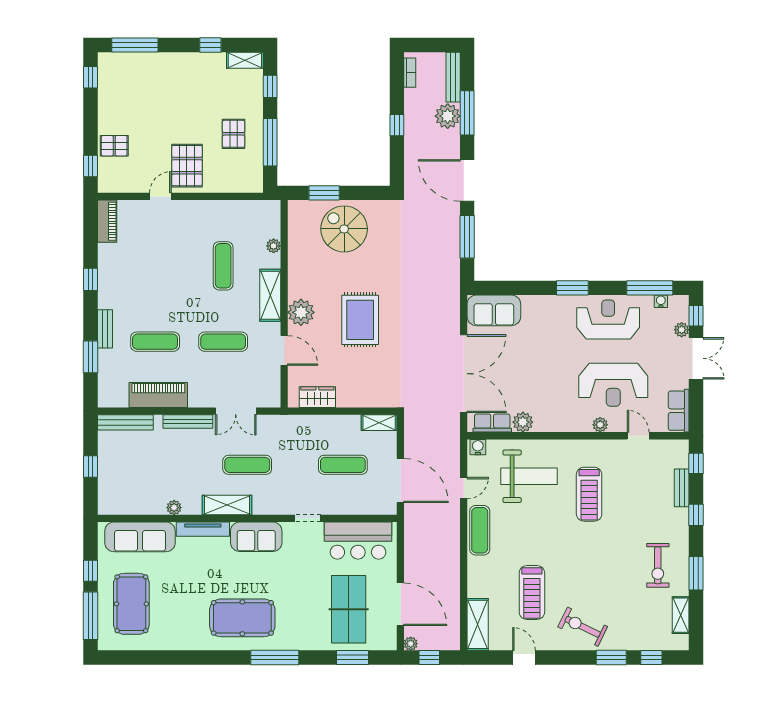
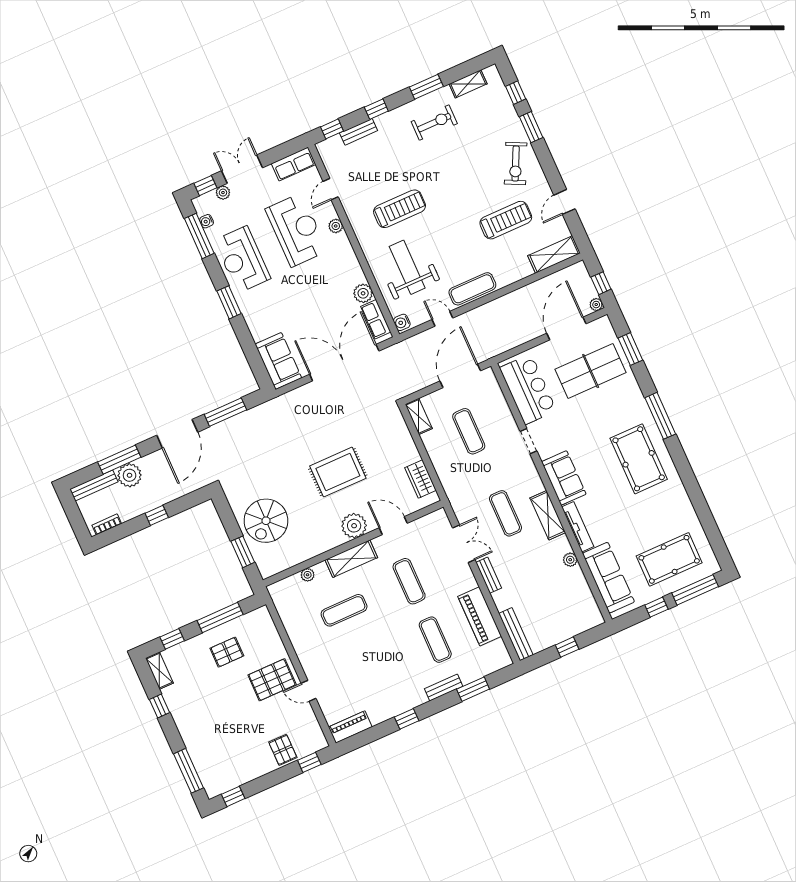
door: (284, 350) -> (393, 526), hinge flipped
bench: (188, 422) -> (489, 575), width x0.73

